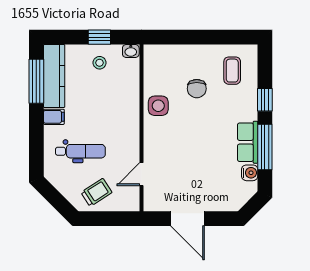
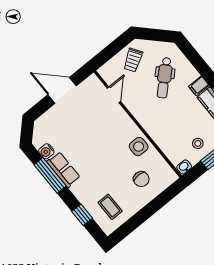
chair: (197, 89) -> (141, 179), moved, turned 180
window: (265, 100) -> (82, 215), moved
dental chair: (80, 151) -> (164, 78), turned -43

